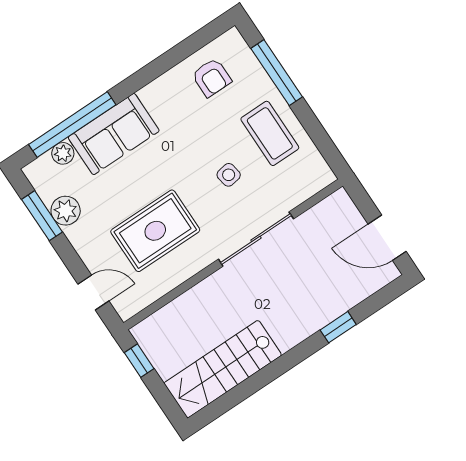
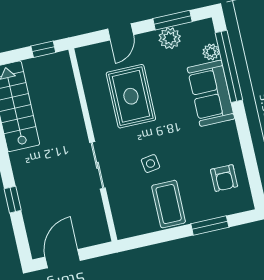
window: (277, 73) -> (210, 225), width x0.69
armchair: (212, 78) -> (224, 178), turned -90
coffee table: (270, 133) -> (169, 204), turned 90
sliding door: (256, 239) -> (98, 165), width x0.73
door: (93, 292) -> (121, 32), moved

